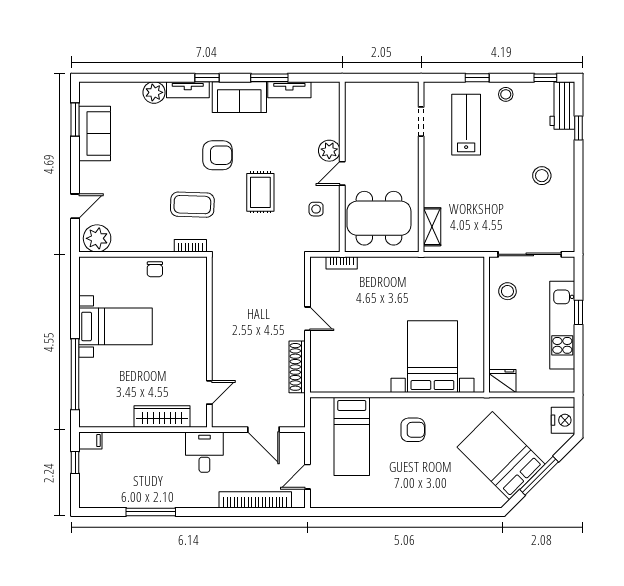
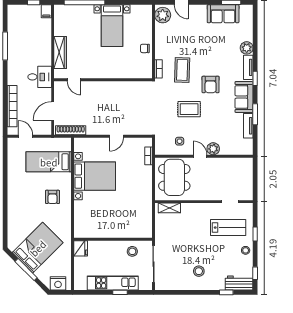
bed with nightstands: (432, 357) -> (95, 176), moved
shoe rack: (297, 367) -> (71, 130), moved

